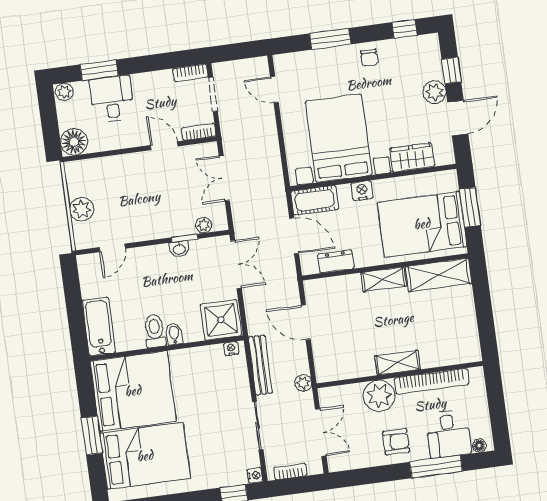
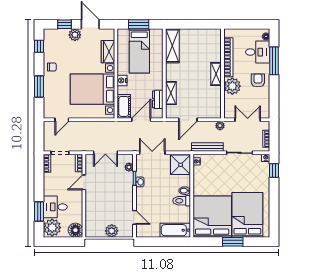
plant: (64, 92) -> (52, 228), width x1.87, depth x1.87
bed: (422, 224) -> (139, 51), width x0.67
shelving: (384, 279) -> (171, 93), moved

